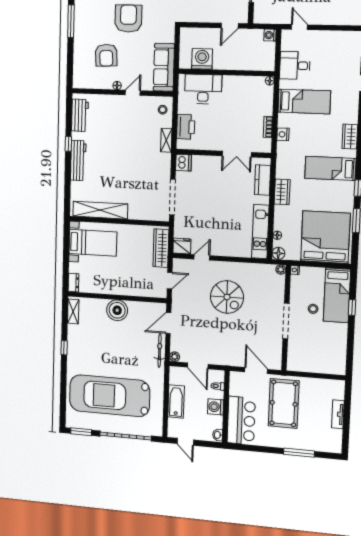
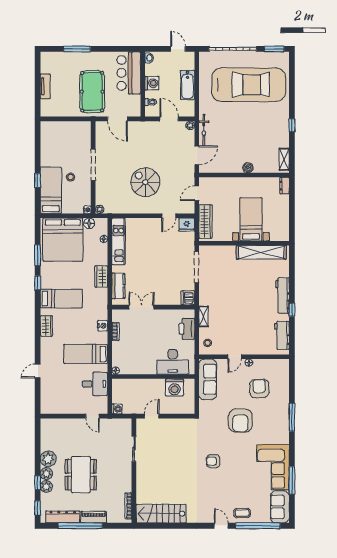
bed with nightstands: (93, 243) -> (251, 219), moved, turned 90
floor lamp: (278, 253) -> (89, 223), moved
boiler: (117, 310) -> (248, 168), width x0.54, depth x0.54

